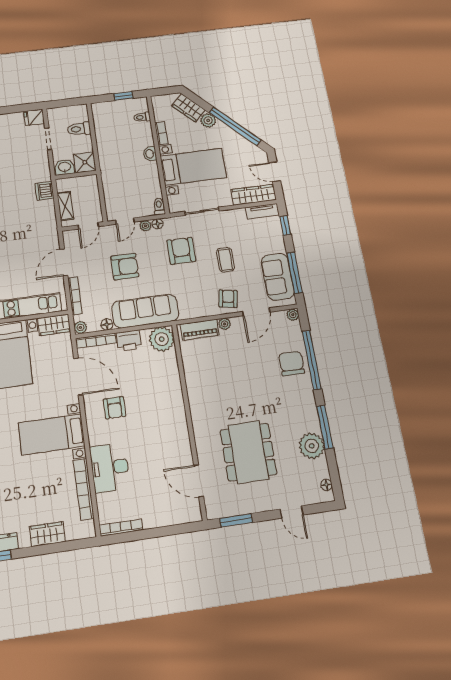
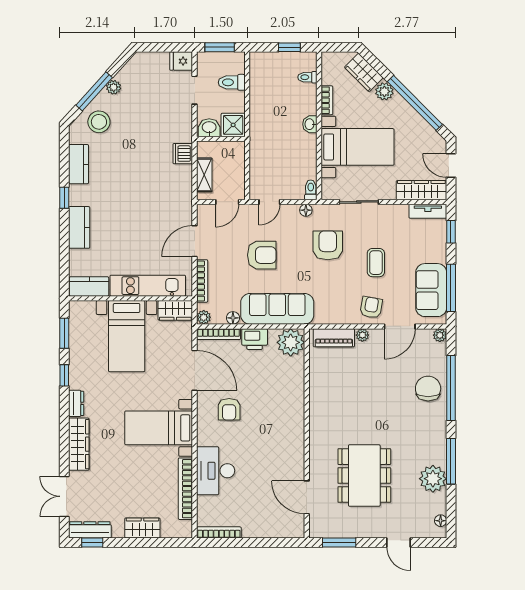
window: (65, 103) -> (220, 47), added
plant: (145, 226) -> (292, 211), removed

